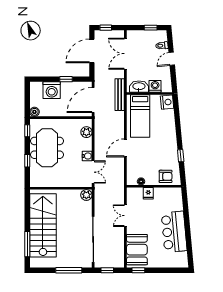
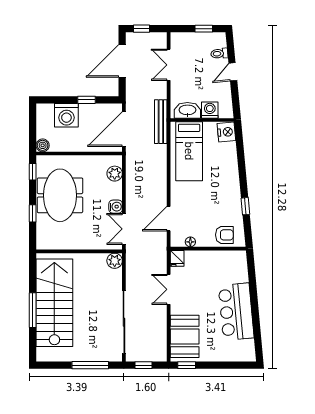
double door: (125, 54) -> (169, 65), width x0.73
door: (125, 148) -> (169, 219), moved
double door: (93, 172) -> (124, 229), swing flipped
fridge: (148, 193) -> (177, 258), moved
window: (27, 244) -> (33, 310), moved

